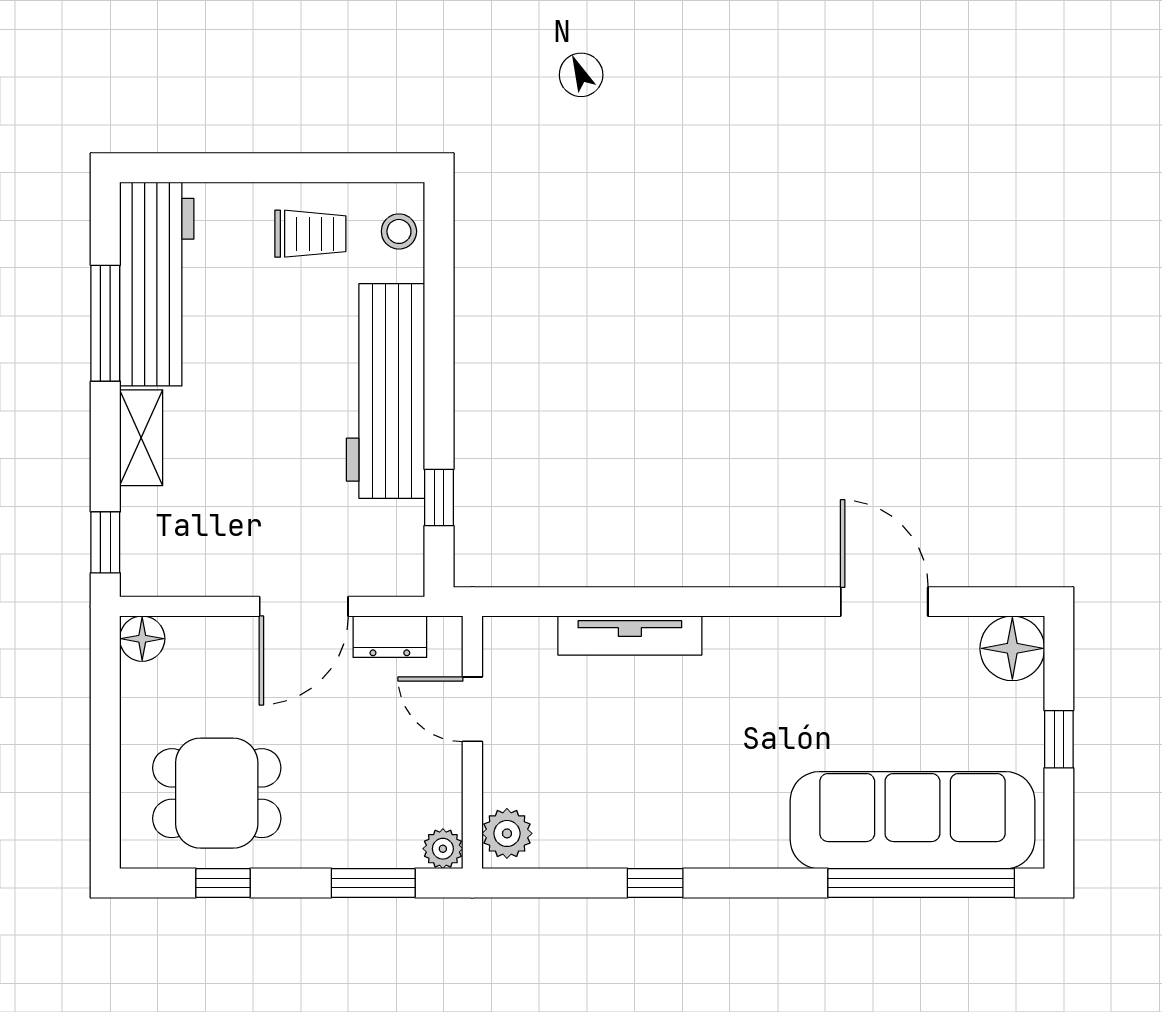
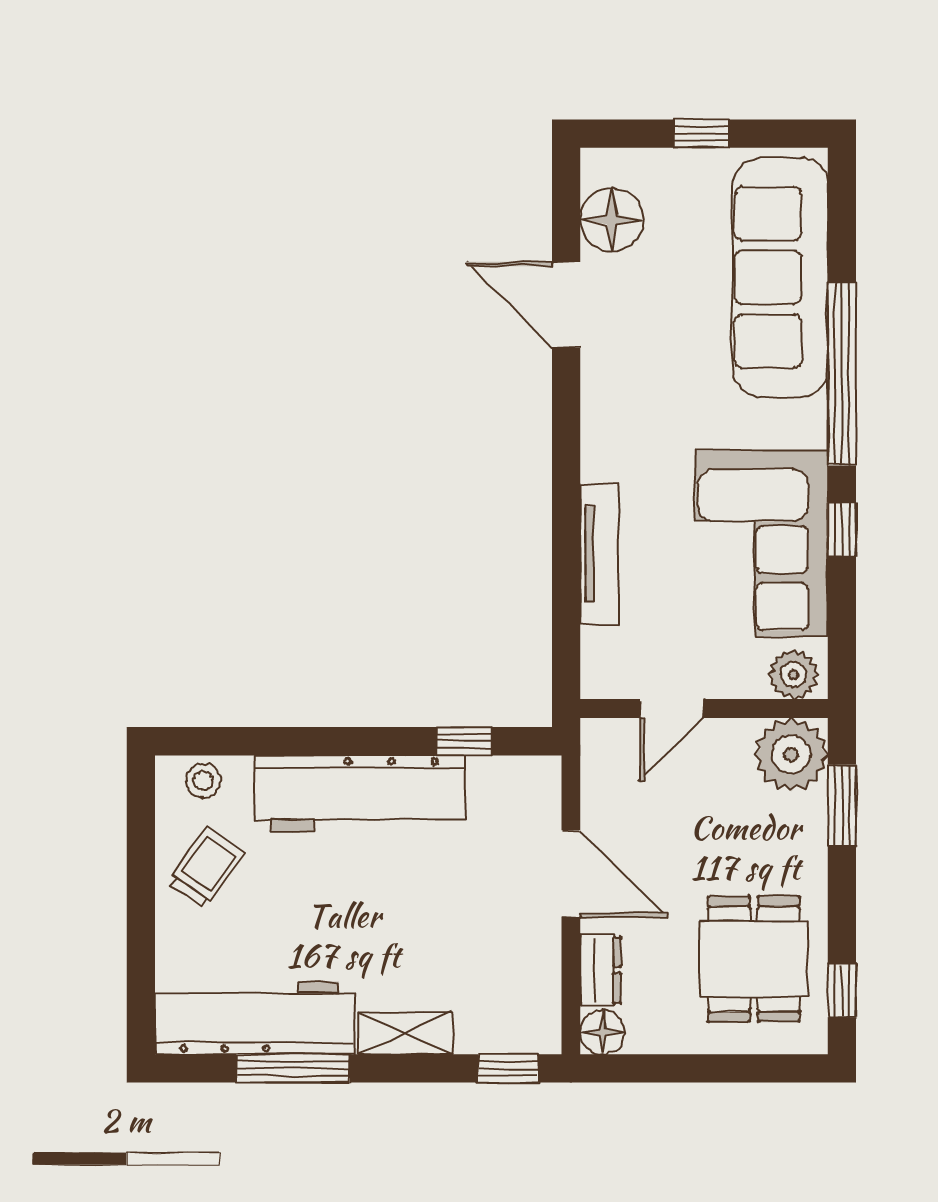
trolley: (310, 234) -> (206, 867), turned 35
door: (884, 602) -> (566, 305), hinge flipped
dresser: (390, 637) -> (601, 970), moved
floor lamp: (1012, 648) -> (612, 220), moved
corner sofa: (641, 801) -> (762, 543), added
plant: (443, 849) -> (791, 755), width x1.87, depth x1.87
window: (223, 883) -> (842, 990), moved
window: (921, 883) -> (842, 374), moved

